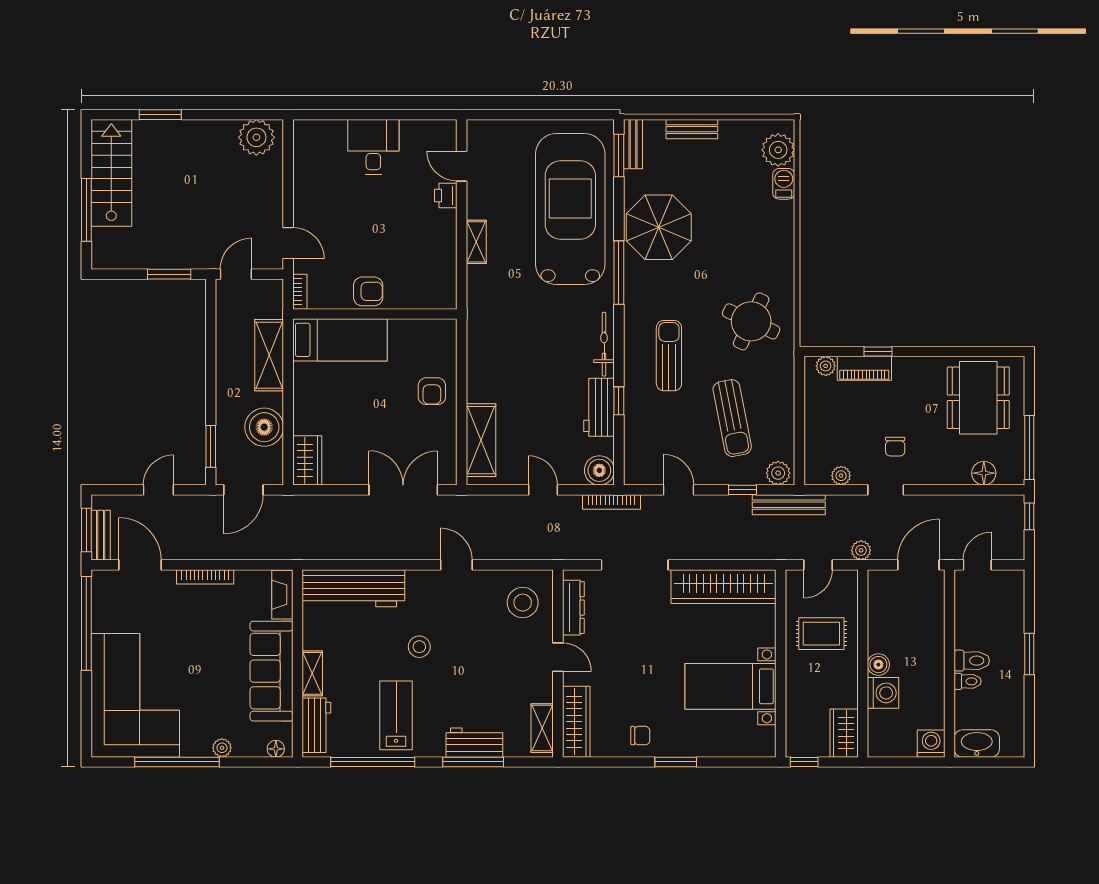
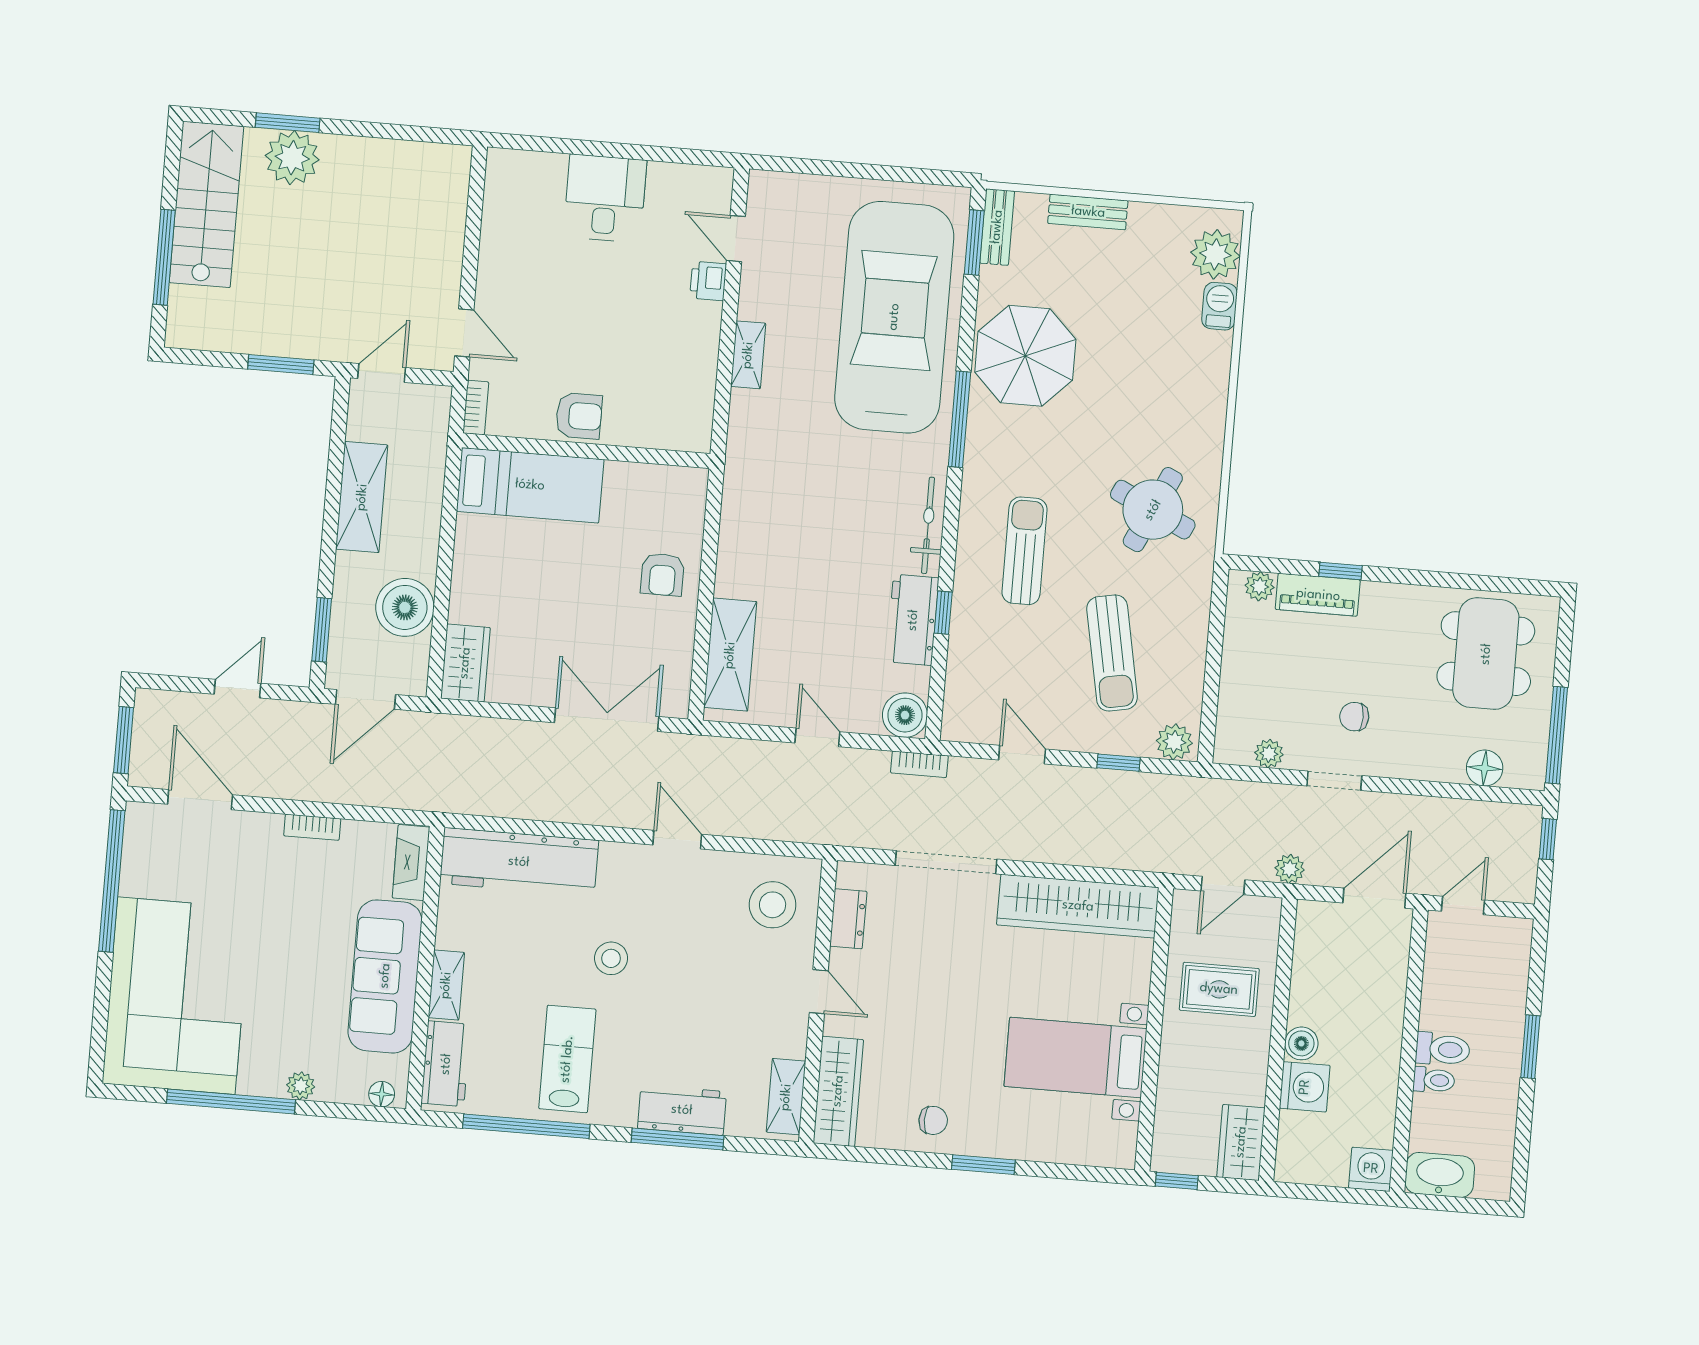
plant: (256, 137) -> (292, 158), moved
shelving: (269, 355) -> (362, 497), moved
chair: (895, 447) -> (1354, 717), turned 90
bookcase: (612, 502) -> (919, 764), width x0.64
bench: (789, 505) -> (1186, 791), removed
bench: (101, 535) -> (144, 750), removed
bookcase: (205, 577) -> (312, 827), width x0.64
dresser: (573, 608) -> (848, 919), width x0.70

